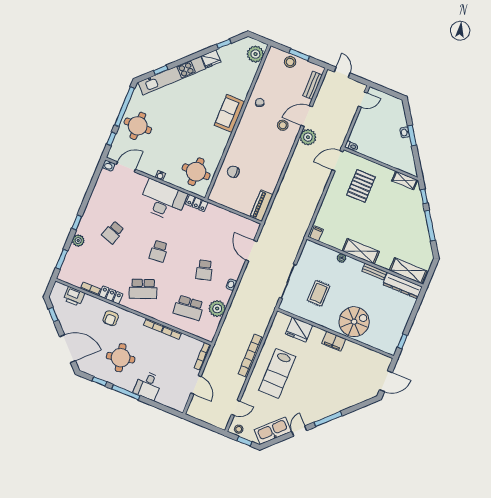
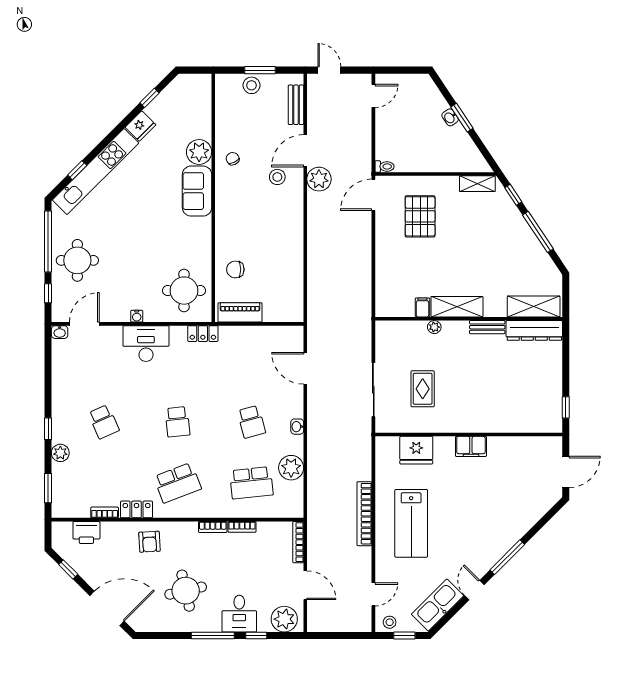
plant: (255, 54) -> (199, 152), moved
desk: (163, 200) -> (146, 344), width x0.73, depth x0.77
piano: (261, 206) -> (240, 312), moved, turned 90
school desk: (113, 232) -> (104, 422), turned -42
filing cabinet: (316, 234) -> (423, 307), moved
spiral stairs: (354, 322) -> (488, 408), removed
window: (99, 381) -> (256, 635), moved
plant: (174, 400) -> (284, 619), added

